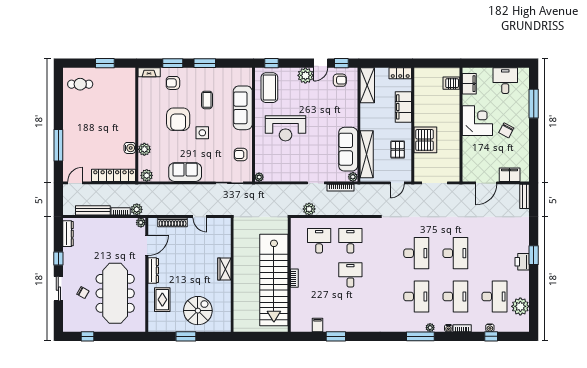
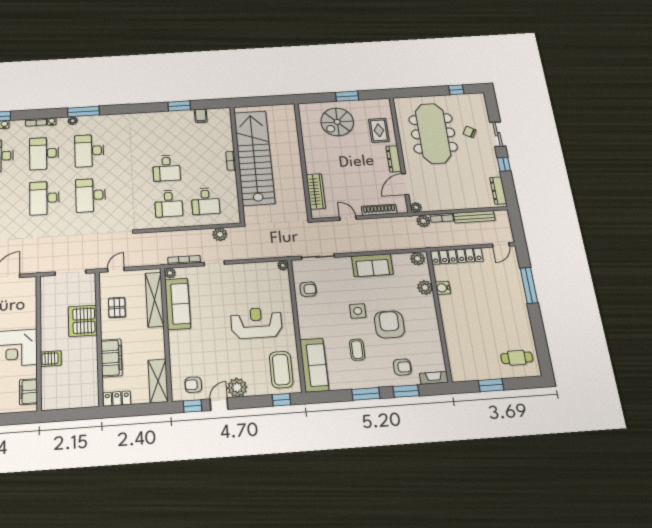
server rack: (451, 83) -> (51, 359), moved
sofa: (243, 108) -> (314, 365), moved
wardrobe: (224, 269) -> (316, 191), moved, width x1.50

